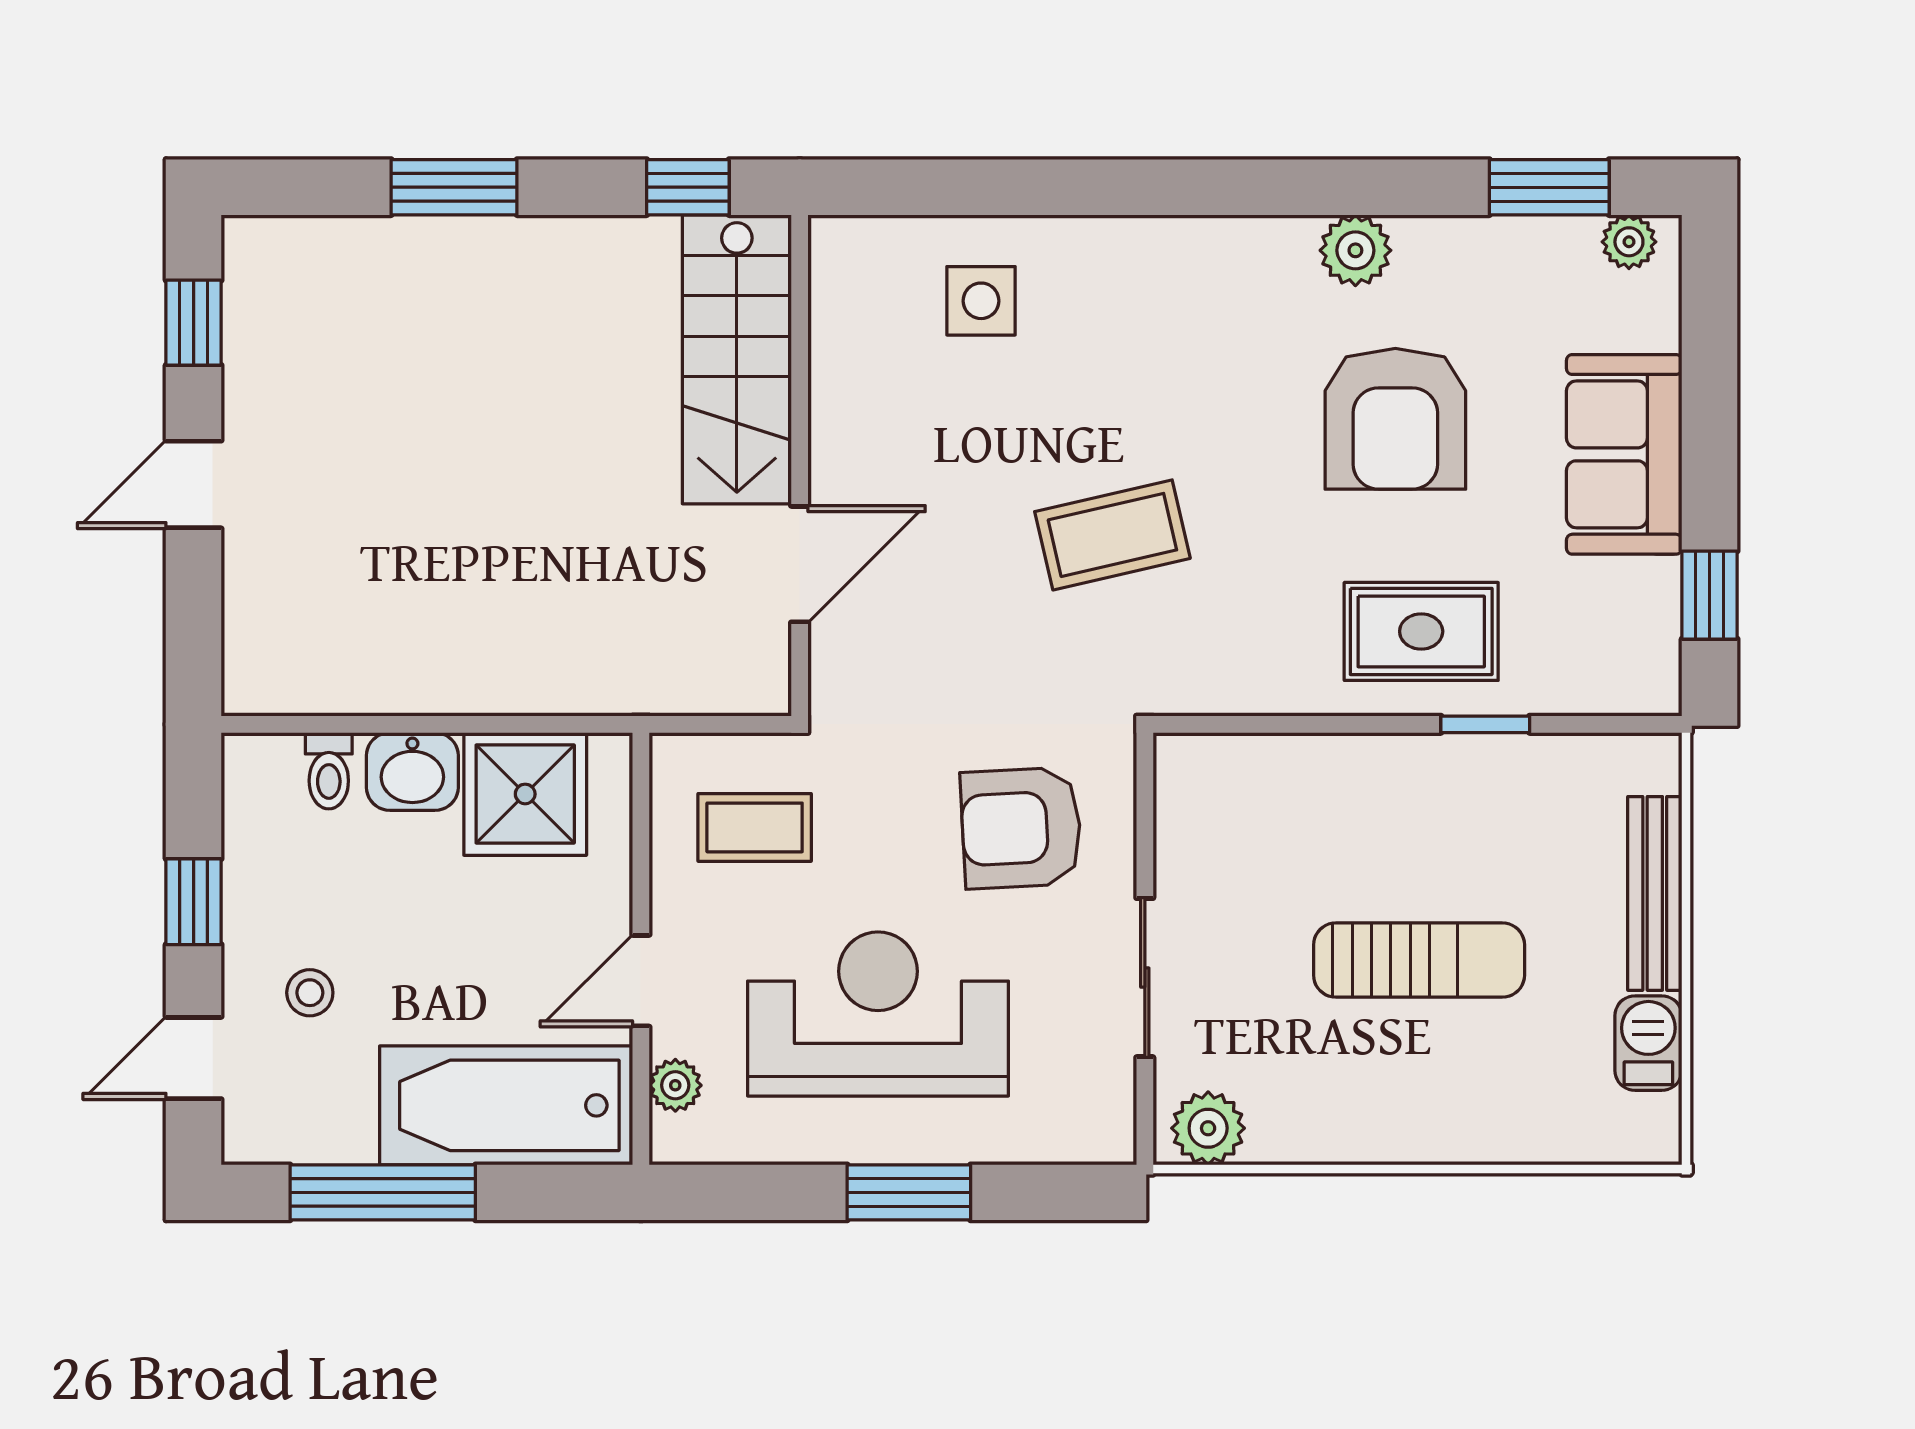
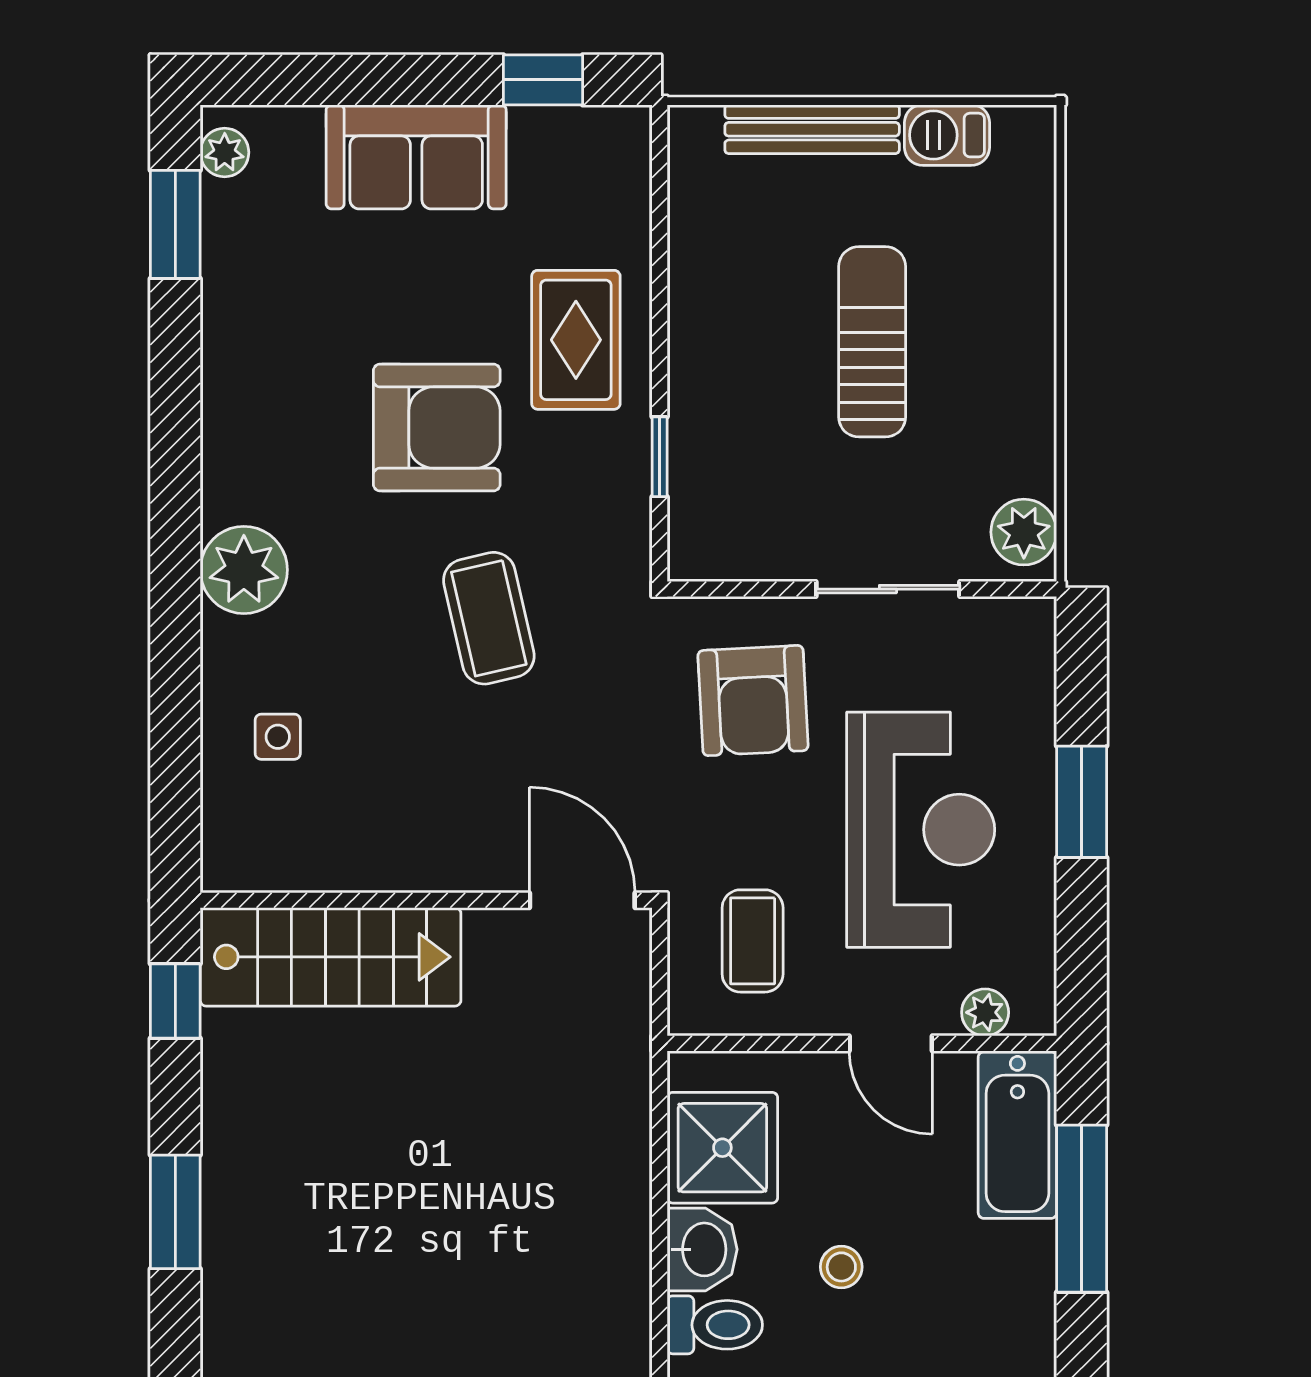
plant: (1355, 250) -> (244, 570), moved, width x1.36, depth x1.36
side table: (981, 301) -> (278, 737), width x0.73, depth x0.73
armchair: (1395, 419) -> (437, 428), moved
door: (800, 564) -> (582, 900), moved
window: (1485, 724) -> (660, 457), moved
toilet: (329, 771) -> (715, 1325), width x1.37, depth x1.39
stool: (310, 993) -> (841, 1267), moved
reception desk: (878, 1014) -> (921, 830), turned 180
bathtub: (506, 1105) -> (1017, 1135), width x0.73, depth x0.73
window: (383, 1192) -> (1082, 1209), moved

